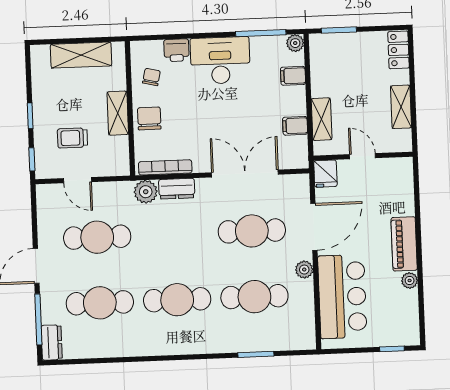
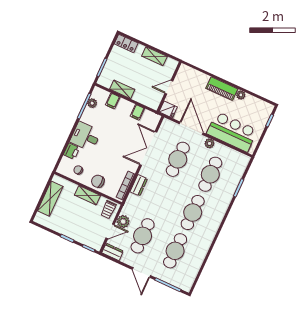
plant: (295, 43) -> (92, 103), moved
desk: (220, 60) -> (85, 136), width x0.73
shelving: (322, 119) -> (122, 89), moved
trolley: (72, 138) -> (108, 210), moved
plant: (146, 192) -> (123, 222), moved
dresser: (52, 342) -> (113, 252), moved

